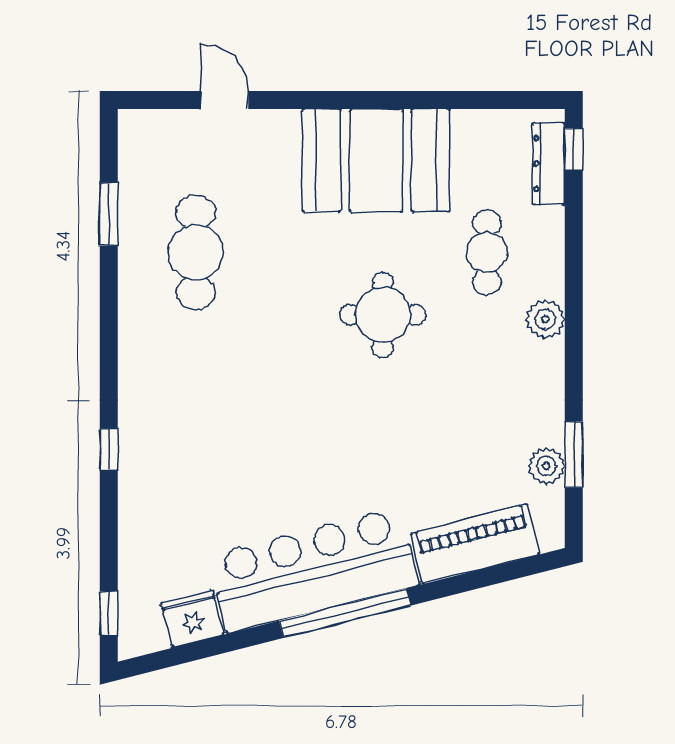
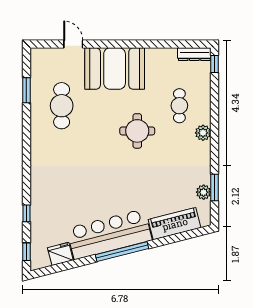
booth: (376, 161) -> (115, 69), moved
dresser: (549, 164) -> (194, 54), moved, turned -90
window: (109, 449) -> (26, 213), moved

